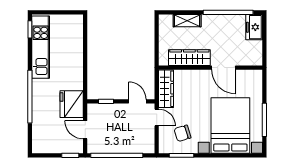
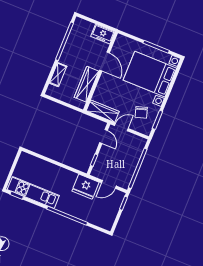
freezer: (254, 27) -> (103, 34), moved
door: (224, 68) -> (105, 62), hinge flipped
door: (137, 101) -> (104, 136), swing flipped

